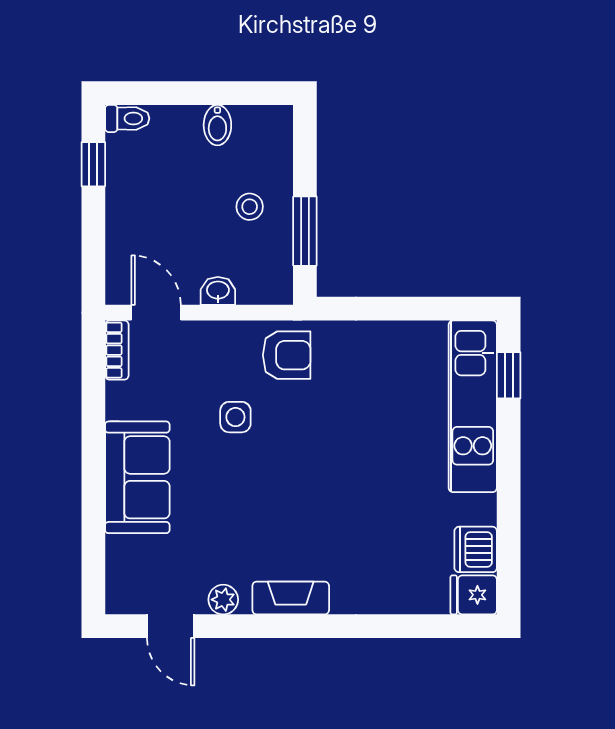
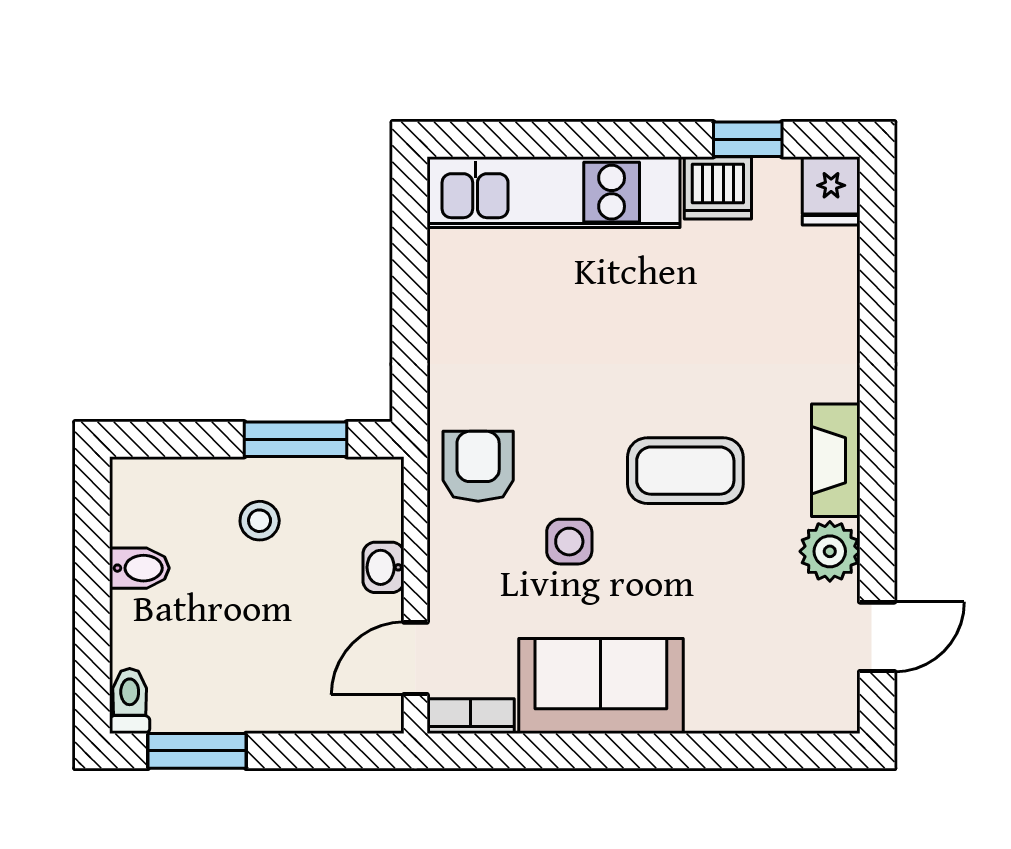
window: (93, 164) -> (197, 751), width x1.50
window: (509, 375) -> (748, 139), moved
sofa: (137, 477) -> (601, 686), moved
coffee table: (284, 496) -> (685, 471), added
dishwasher: (476, 549) -> (718, 188), moved
plant: (223, 600) -> (830, 551), width x1.38, depth x1.38

